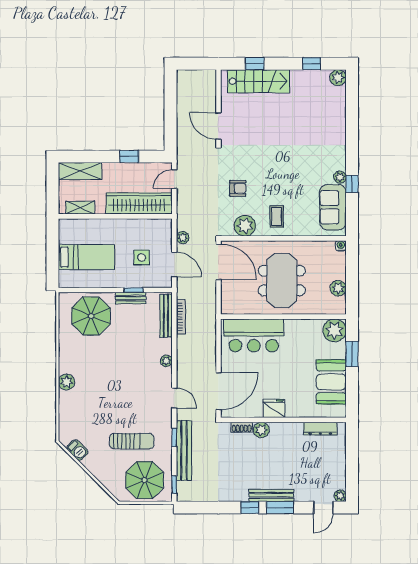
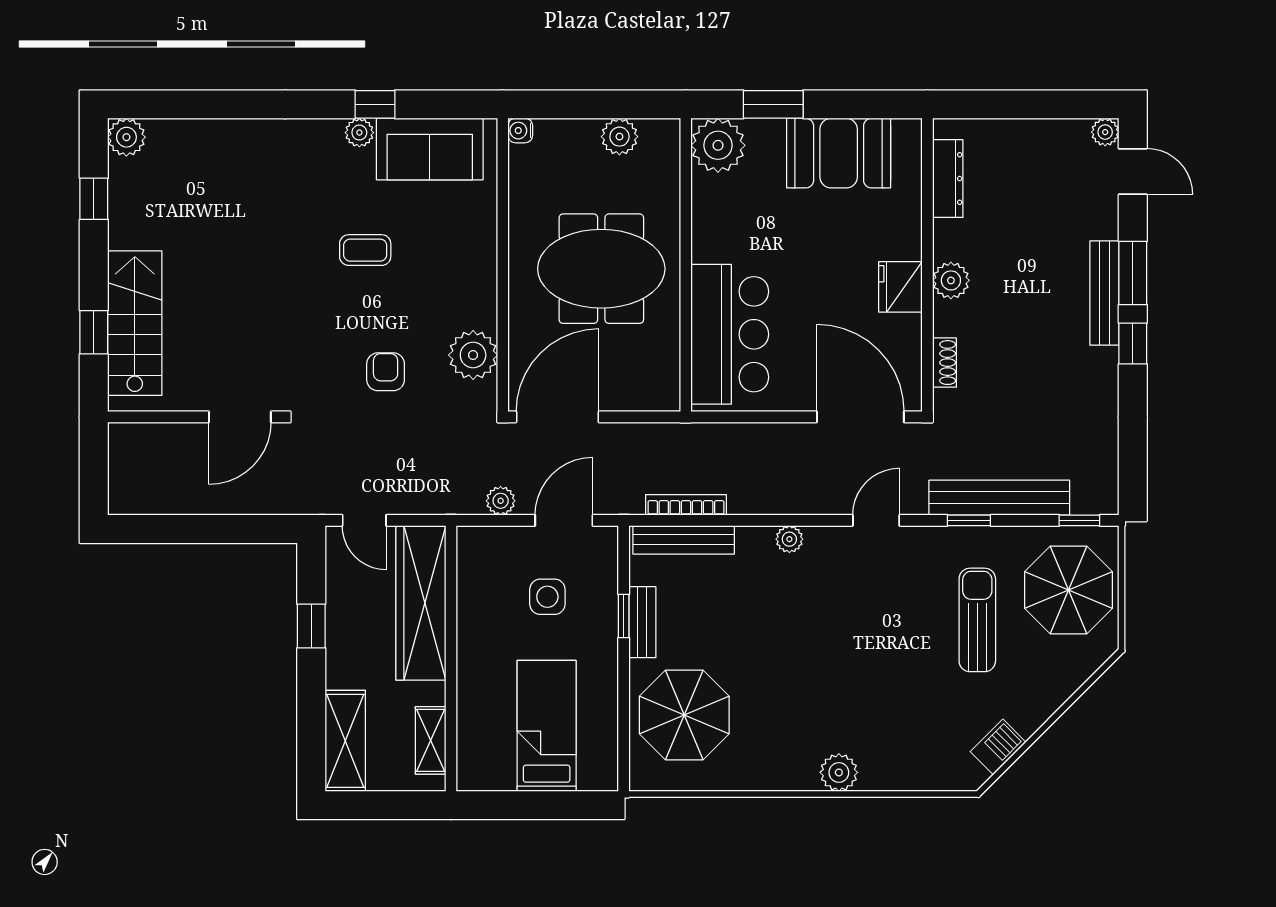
coffee table: (277, 216) -> (365, 250), moved
plant: (261, 430) -> (951, 280), moved

